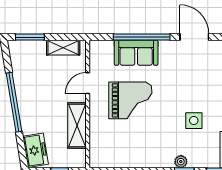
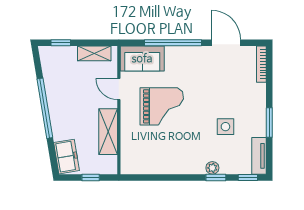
window: (30, 37) -> (61, 43), width x0.67
sofa: (136, 53) -> (142, 59), moved
door: (88, 83) -> (119, 89), hinge flipped

